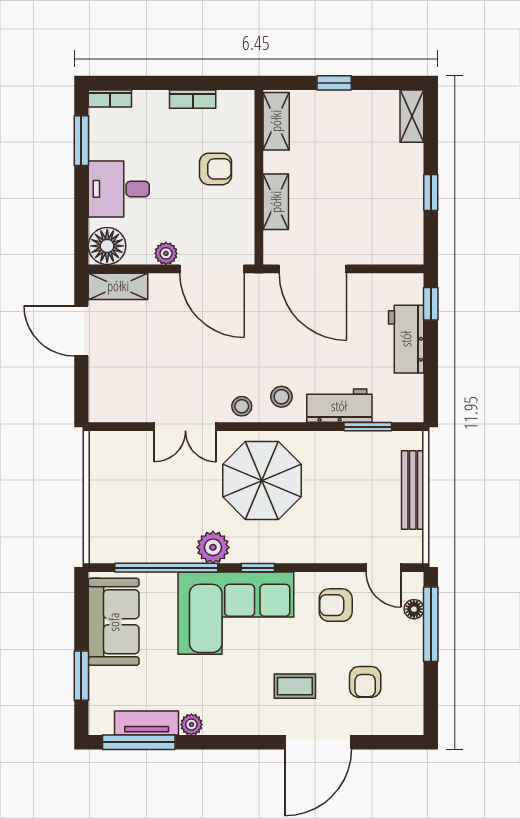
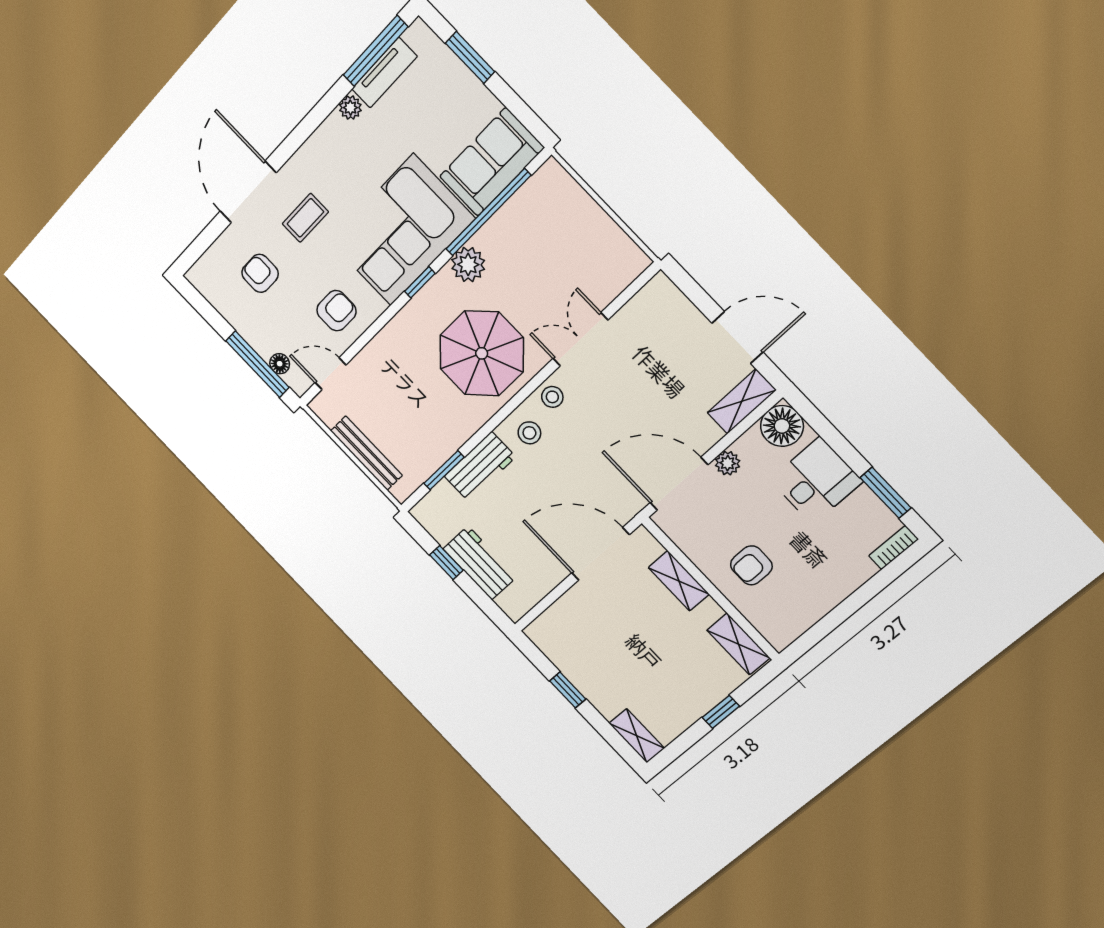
bookcase: (193, 99) -> (823, 605), removed
window: (431, 304) -> (446, 563), moved
sofa: (114, 622) -> (492, 162), moved, turned 90

